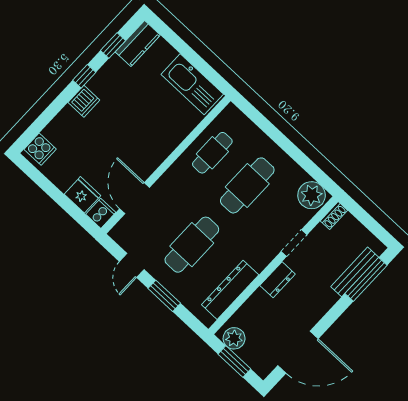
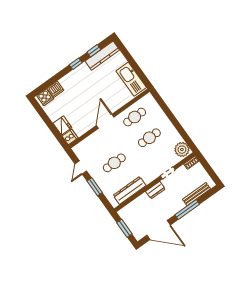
kitchen counter: (138, 43) -> (102, 56), width x1.50
dishwasher: (84, 101) -> (55, 89), moved
cafe table: (247, 185) -> (149, 138), width x0.73, depth x0.74
door: (135, 198) -> (105, 121), moved
cafe table: (192, 245) -> (114, 163), width x0.73, depth x0.74
window: (366, 279) -> (187, 209), moved
plant: (234, 338) -> (127, 216), removed

